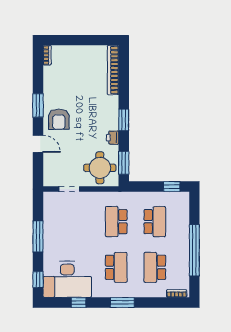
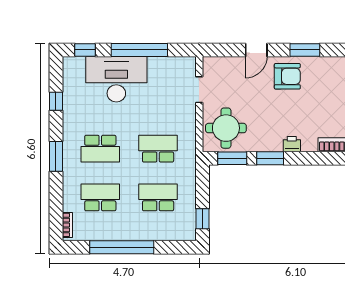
armchair: (59, 119) -> (287, 76), turned 180
window: (124, 120) -> (270, 158), moved
printer: (113, 138) -> (292, 144), moved
school desk: (155, 222) -> (158, 197), turned 180
window: (38, 236) -> (139, 50), width x1.46
desk: (67, 279) -> (116, 79), moved, turned 90

